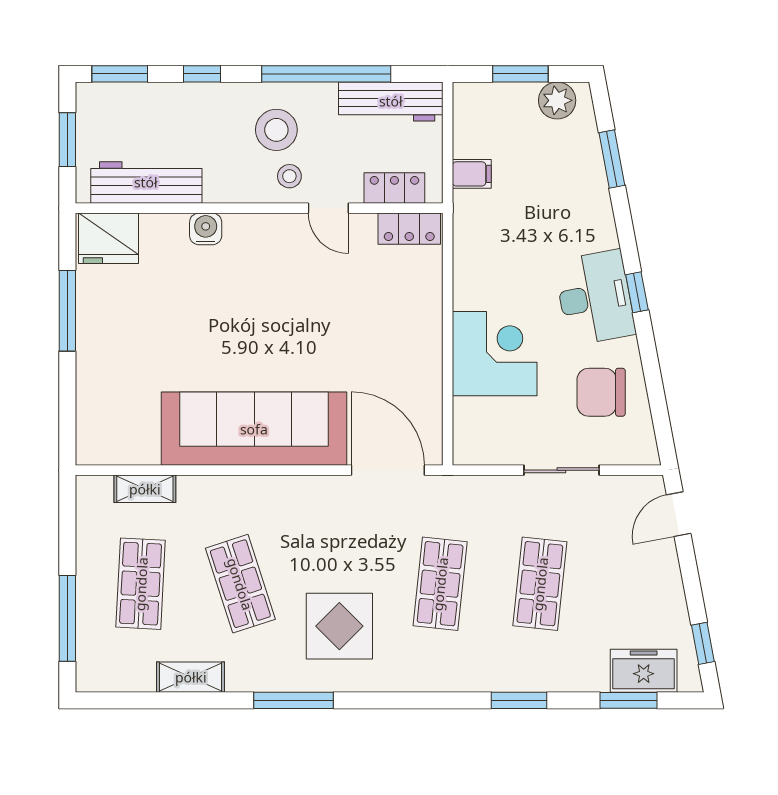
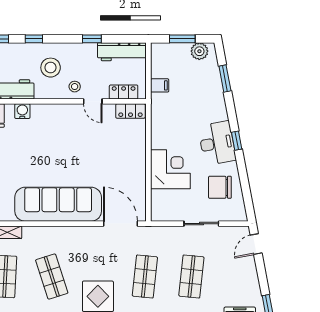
window: (326, 74) -> (92, 39), width x0.32
stool: (276, 130) -> (51, 68), moved
water cooler: (206, 229) -> (22, 111), moved

